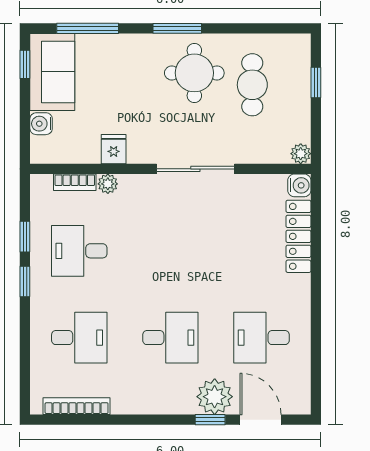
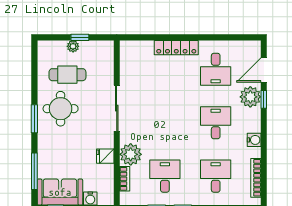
window: (316, 83) -> (80, 37), moved
plant: (301, 154) -> (73, 46), moved
plant: (108, 184) -> (131, 154), width x1.88, depth x1.88
water cooler: (299, 185) -> (254, 140), moved, turned 90
locker: (298, 236) -> (176, 48), moved
desk: (79, 251) -> (165, 176), turned 180

